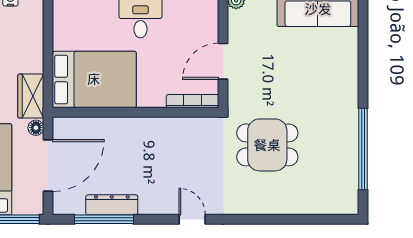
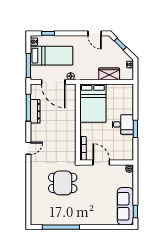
wardrobe: (31, 96) -> (109, 74), moved
dining table: (267, 145) -> (63, 183), turned 90

